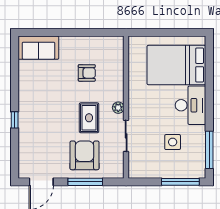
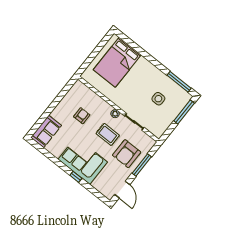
desk: (191, 105) -> (146, 72), removed
corner sofa: (38, 113) -> (83, 161), added
armchair: (84, 155) -> (127, 154), turned -90

